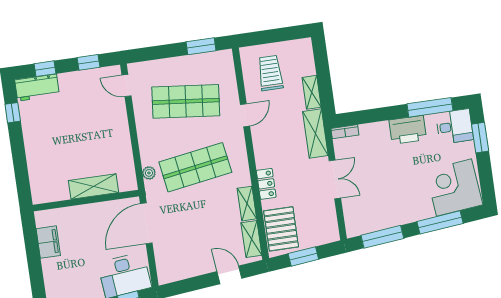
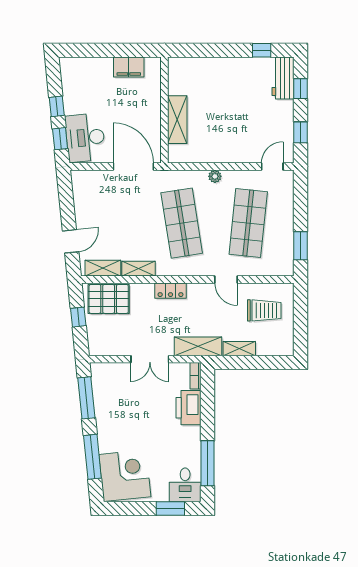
printer: (408, 130) -> (188, 408), moved
plant: (149, 173) -> (215, 176), moved
locker: (266, 184) -> (170, 291), moved
window: (303, 256) -> (78, 317), width x0.67

